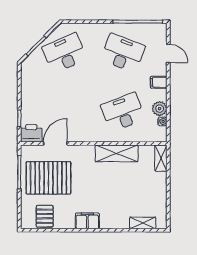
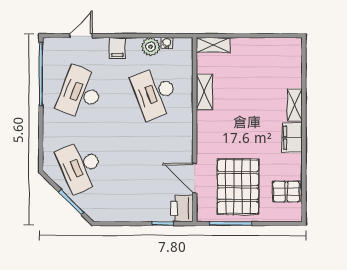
shelving: (117, 153) -> (204, 92), width x0.67, depth x0.75
shelving: (143, 223) -> (295, 105), moved

